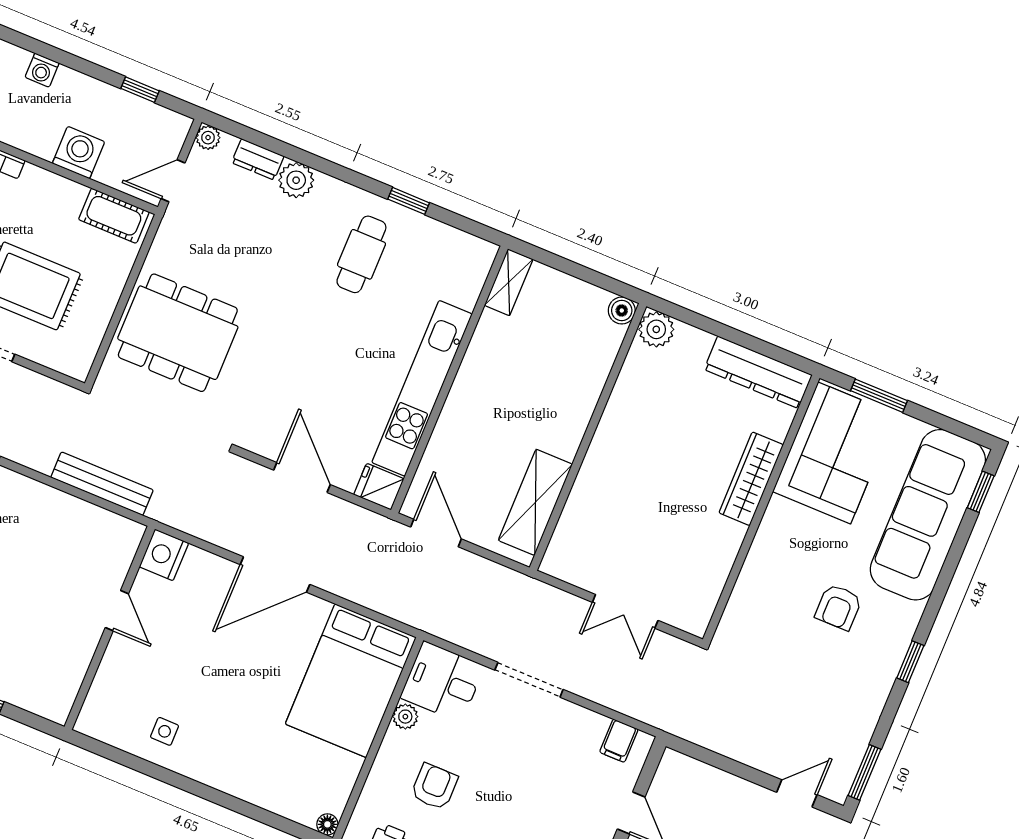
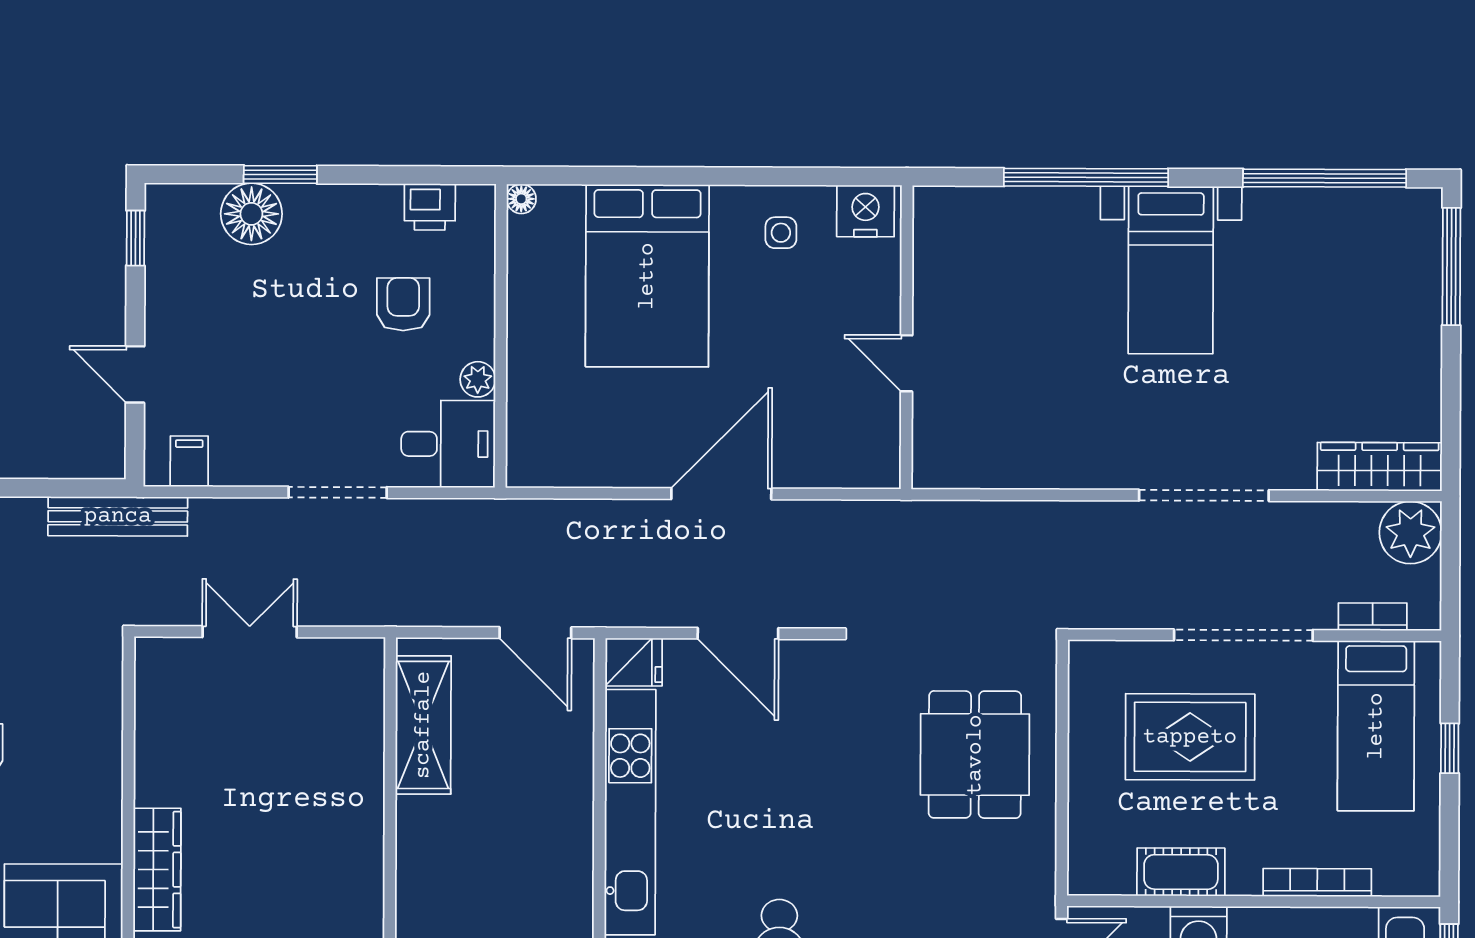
cot: (114, 216) -> (1181, 872), moved
dining table: (178, 333) -> (975, 755), width x0.73
bench: (102, 484) -> (118, 516), moved
nightstand: (164, 555) -> (865, 211), moved, turned -90
bed: (351, 681) -> (647, 276), moved, turned 180
armchair: (434, 787) -> (403, 304), turned 180

